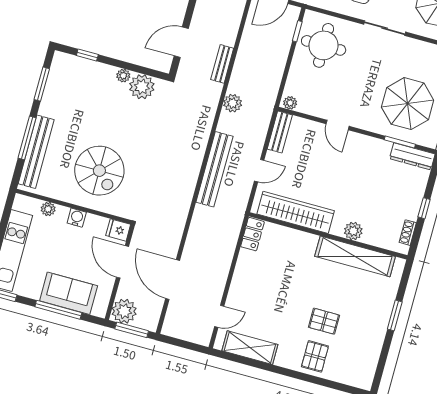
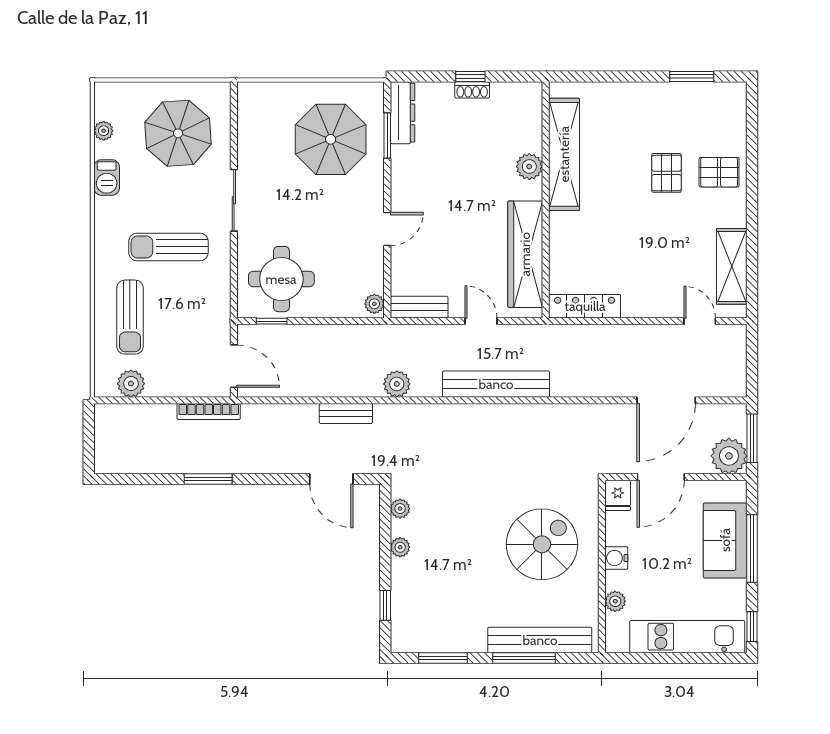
plant: (142, 87) -> (400, 509), width x0.53, depth x0.53
shoe rack: (408, 233) -> (472, 90), moved
locker: (252, 234) -> (585, 306), width x1.53
window: (395, 315) -> (692, 76), moved

